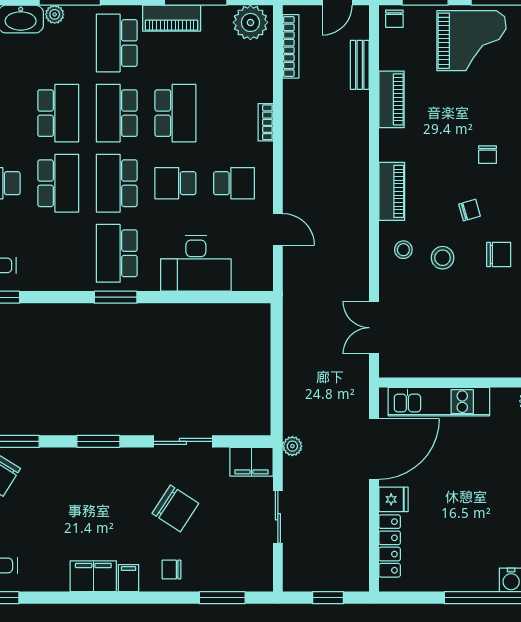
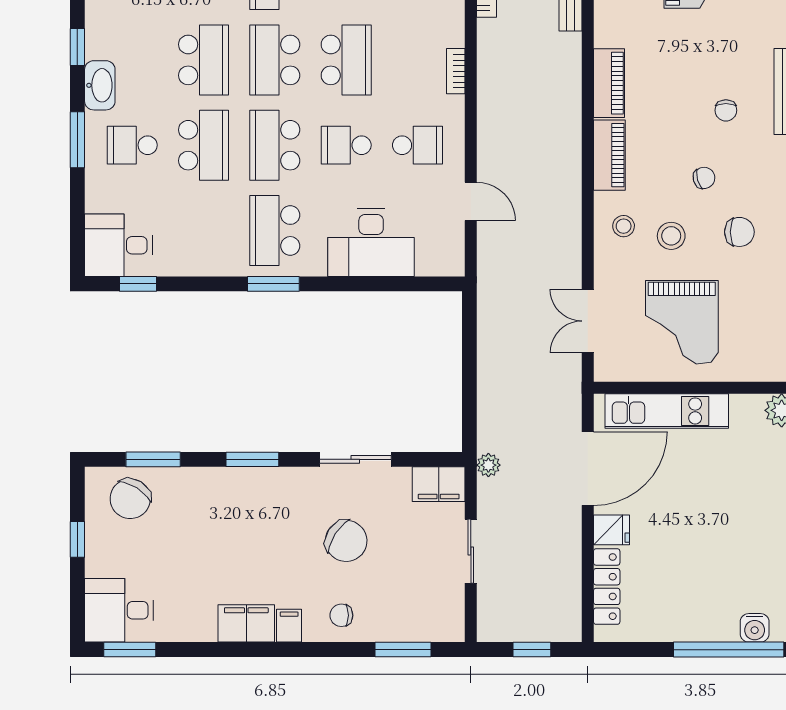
piano: (391, 99) -> (609, 83), moved
grand piano: (451, 329) -> (682, 322), added

